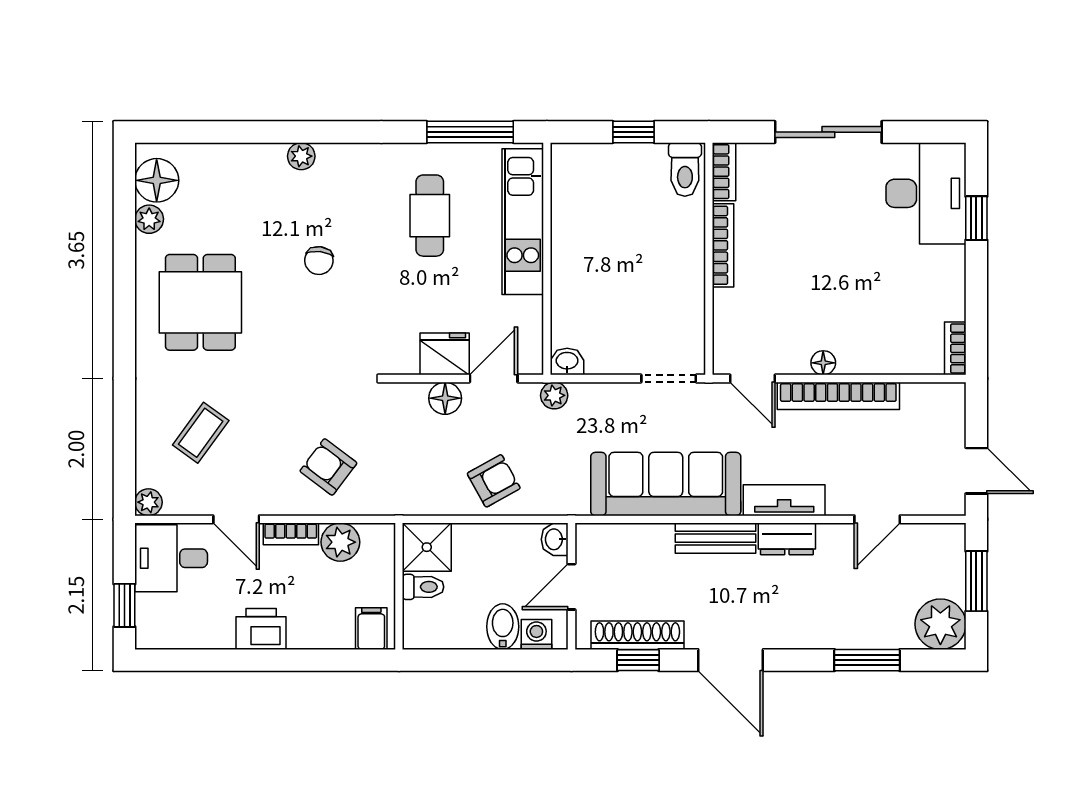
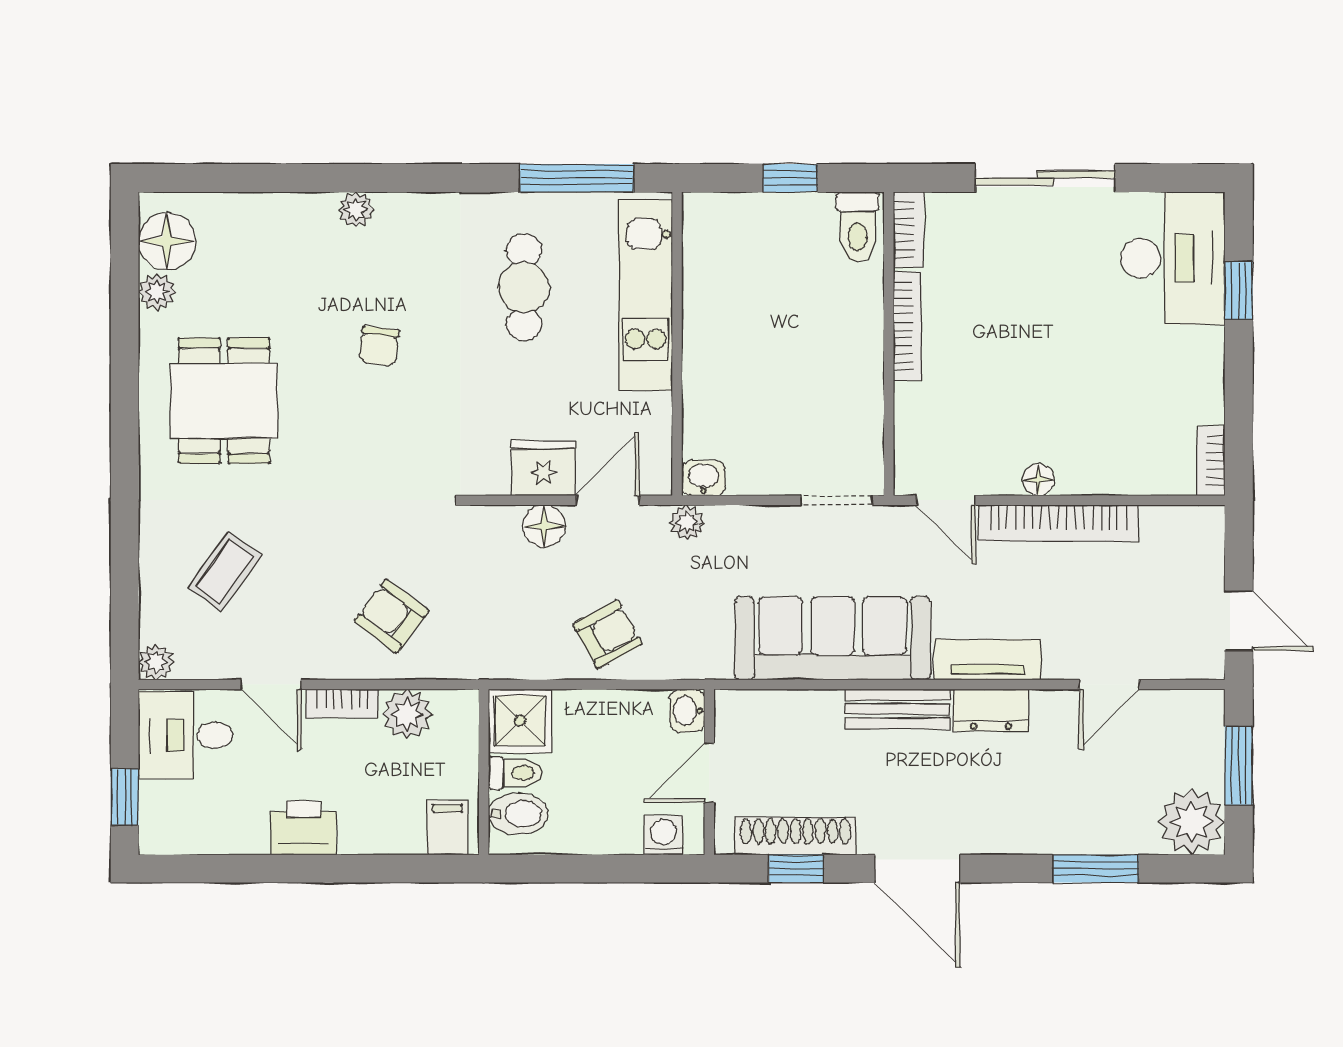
bidet: (503, 627) -> (518, 814), moved, turned 90

